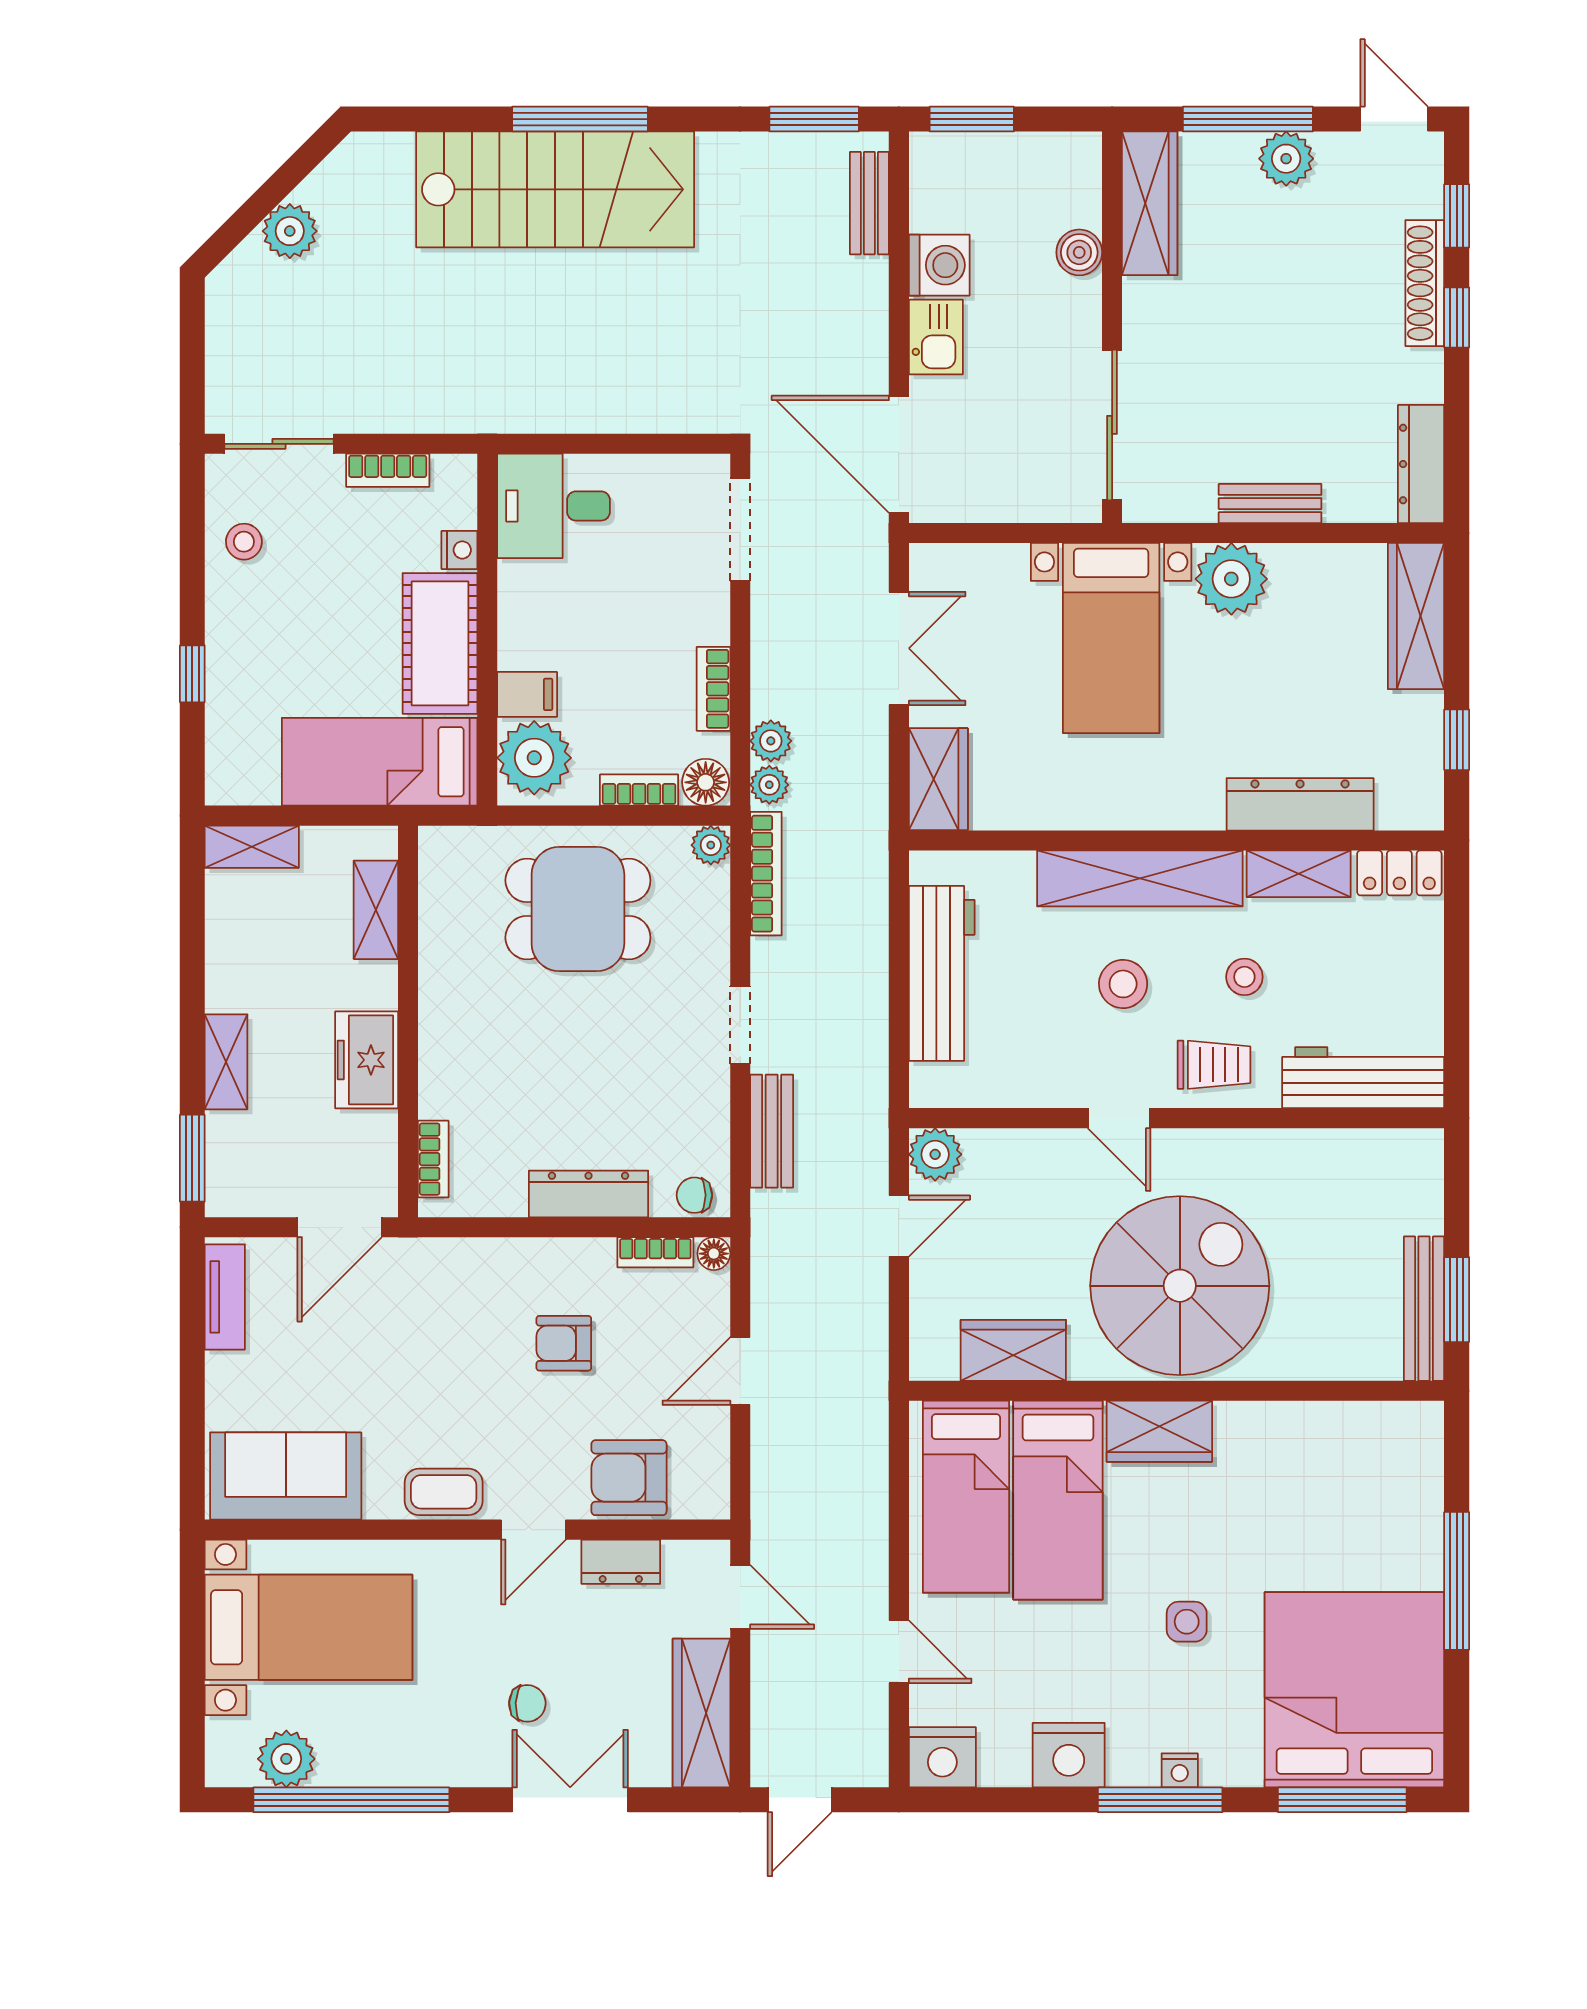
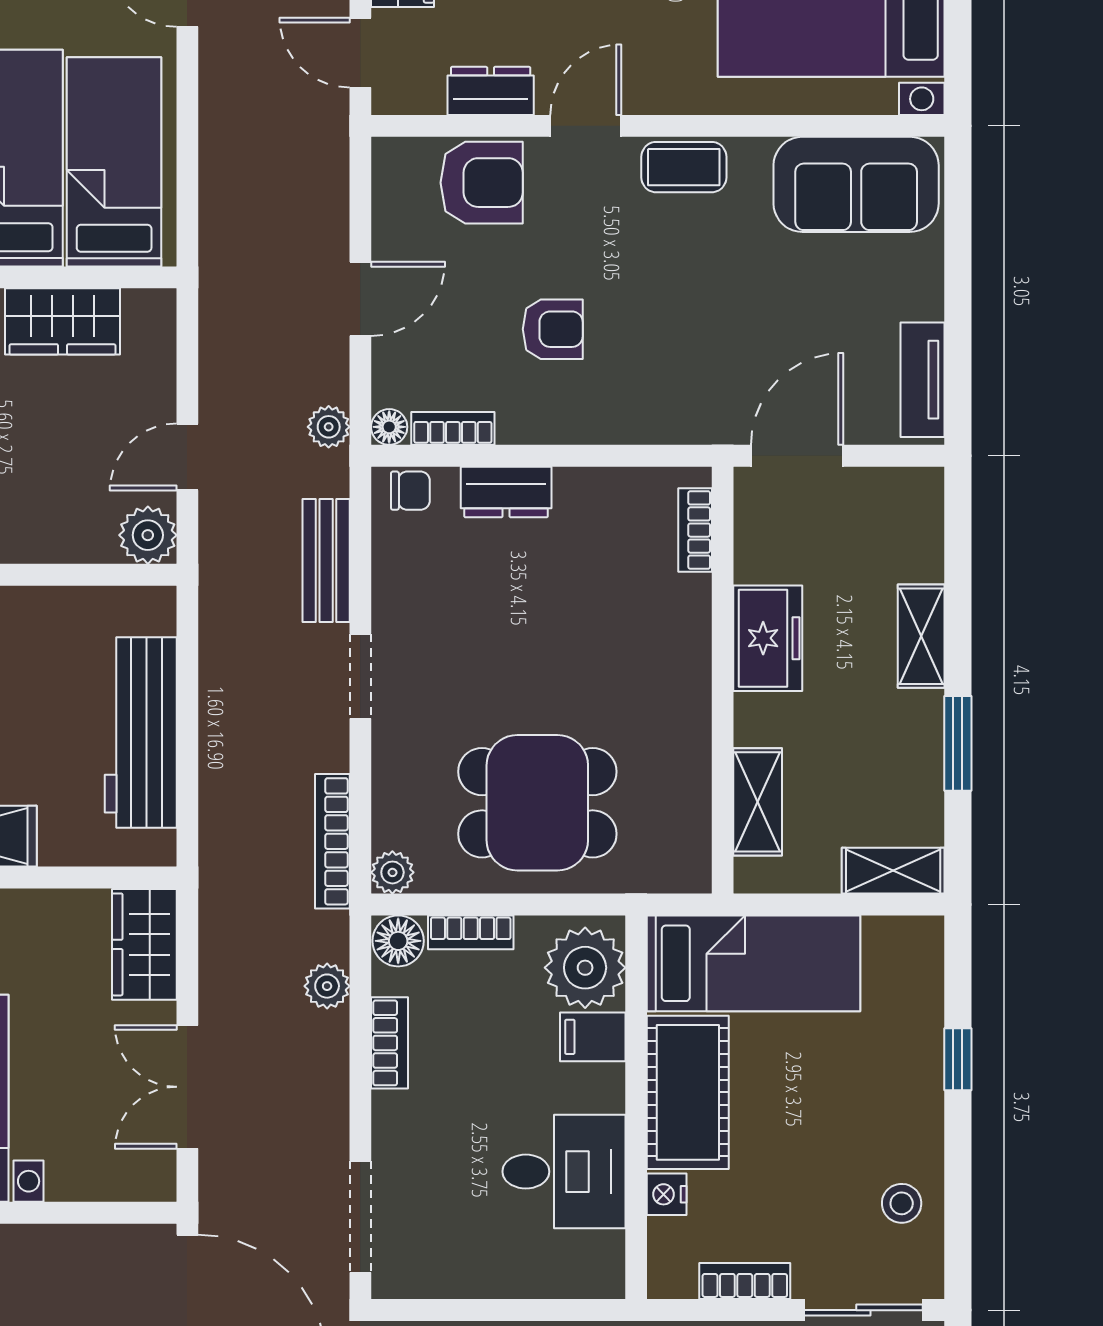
desk: (554, 506) -> (564, 1172), moved
plant: (769, 785) -> (329, 427), moved
window: (192, 1158) -> (958, 743), moved
dresser: (589, 1194) -> (506, 492), width x0.70

